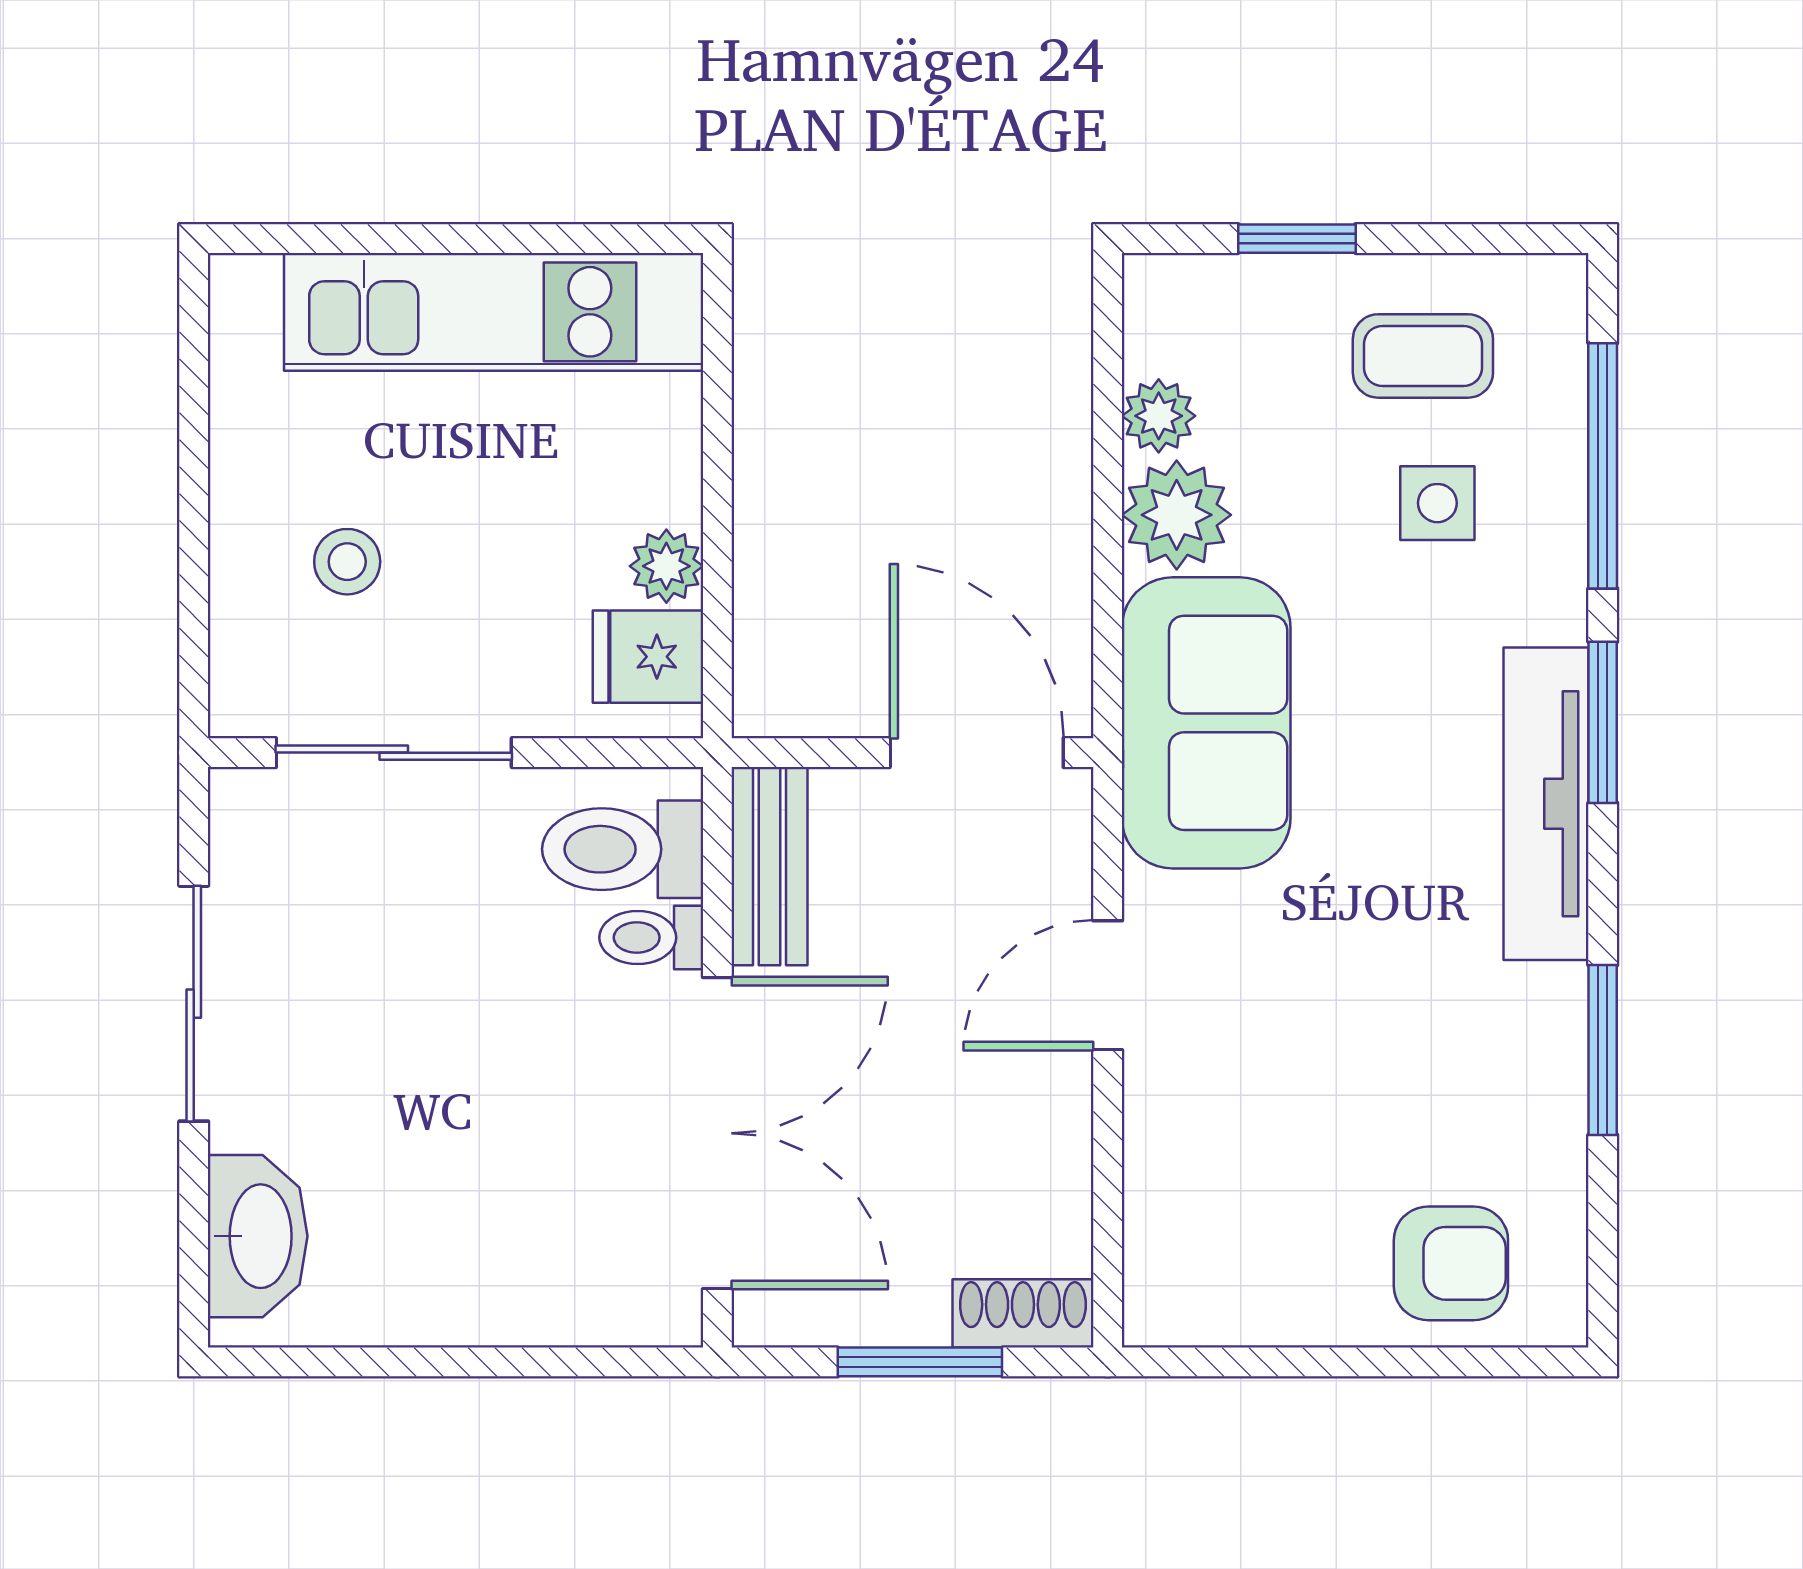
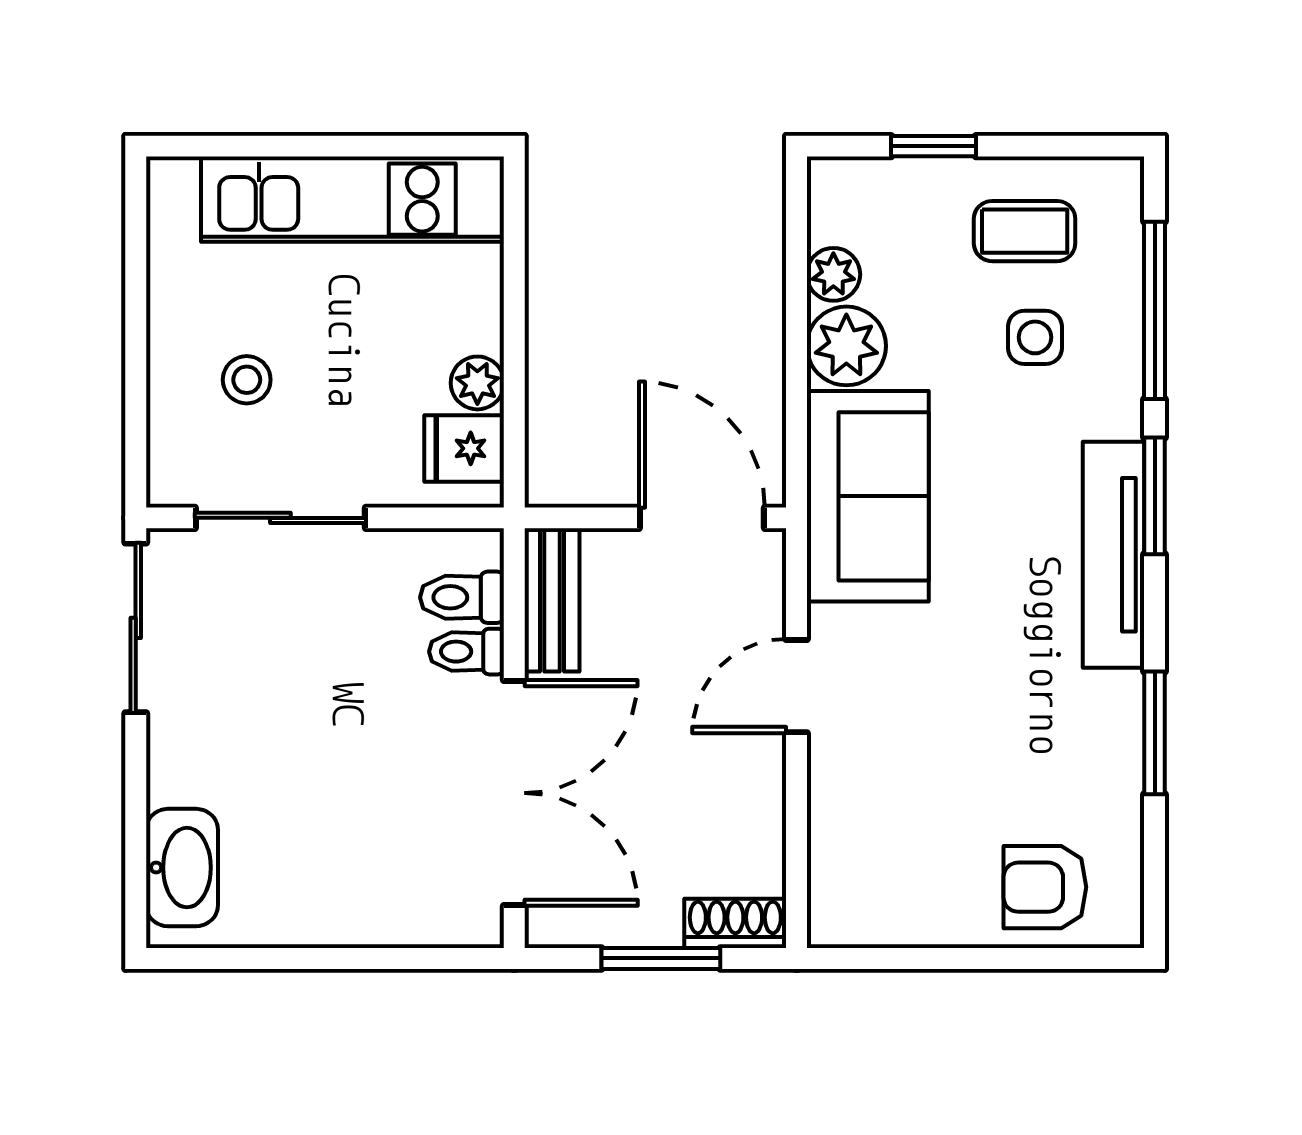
toilet: (623, 849) -> (462, 597), width x0.73, depth x0.72
sliding door: (194, 1004) -> (136, 628), moved
armchair: (1451, 1263) -> (1045, 887), turned 180

